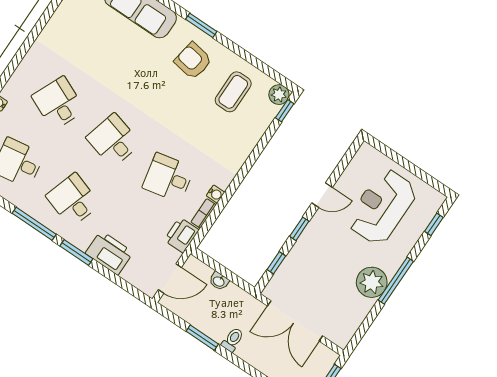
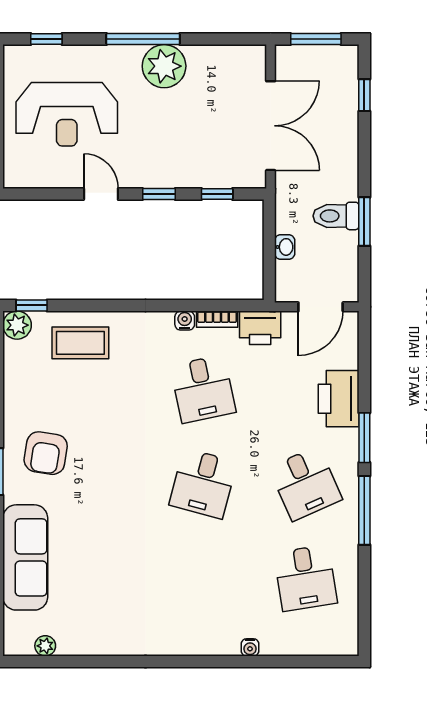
coffee table: (233, 92) -> (80, 343), moved
desk: (58, 103) -> (203, 578), removed
desk: (73, 200) -> (305, 483), turned -42
door: (170, 278) -> (321, 307), swing flipped
toilet: (233, 340) -> (336, 216), moved, width x1.37, depth x1.39

